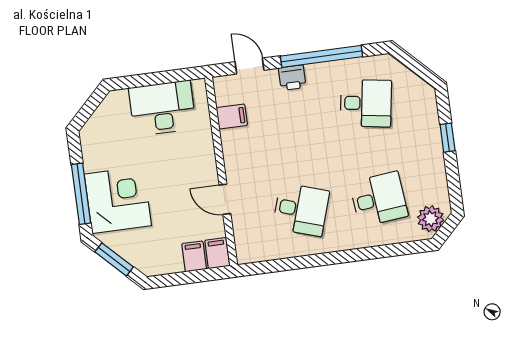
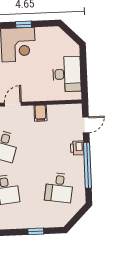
filing cabinet: (232, 117) -> (40, 113), moved
window: (81, 194) -> (23, 24), width x0.46

